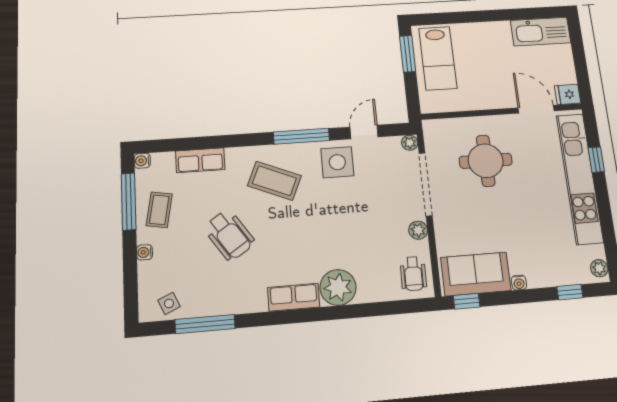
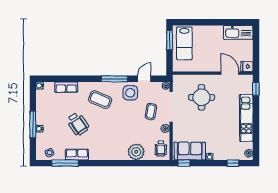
window: (596, 160) -> (256, 89), moved
kitchen unit: (580, 178) -> (246, 118), width x0.73
window: (129, 202) -> (33, 125), moved
coffee table: (159, 210) -> (151, 112), moved
plant: (338, 287) -> (136, 152), moved
row of seats: (294, 297) -> (77, 155), moved

